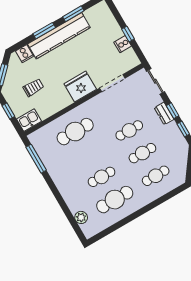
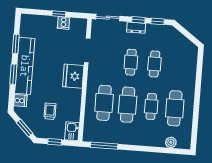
cafe table: (156, 176) -> (128, 105), moved, width x1.37, depth x1.35

